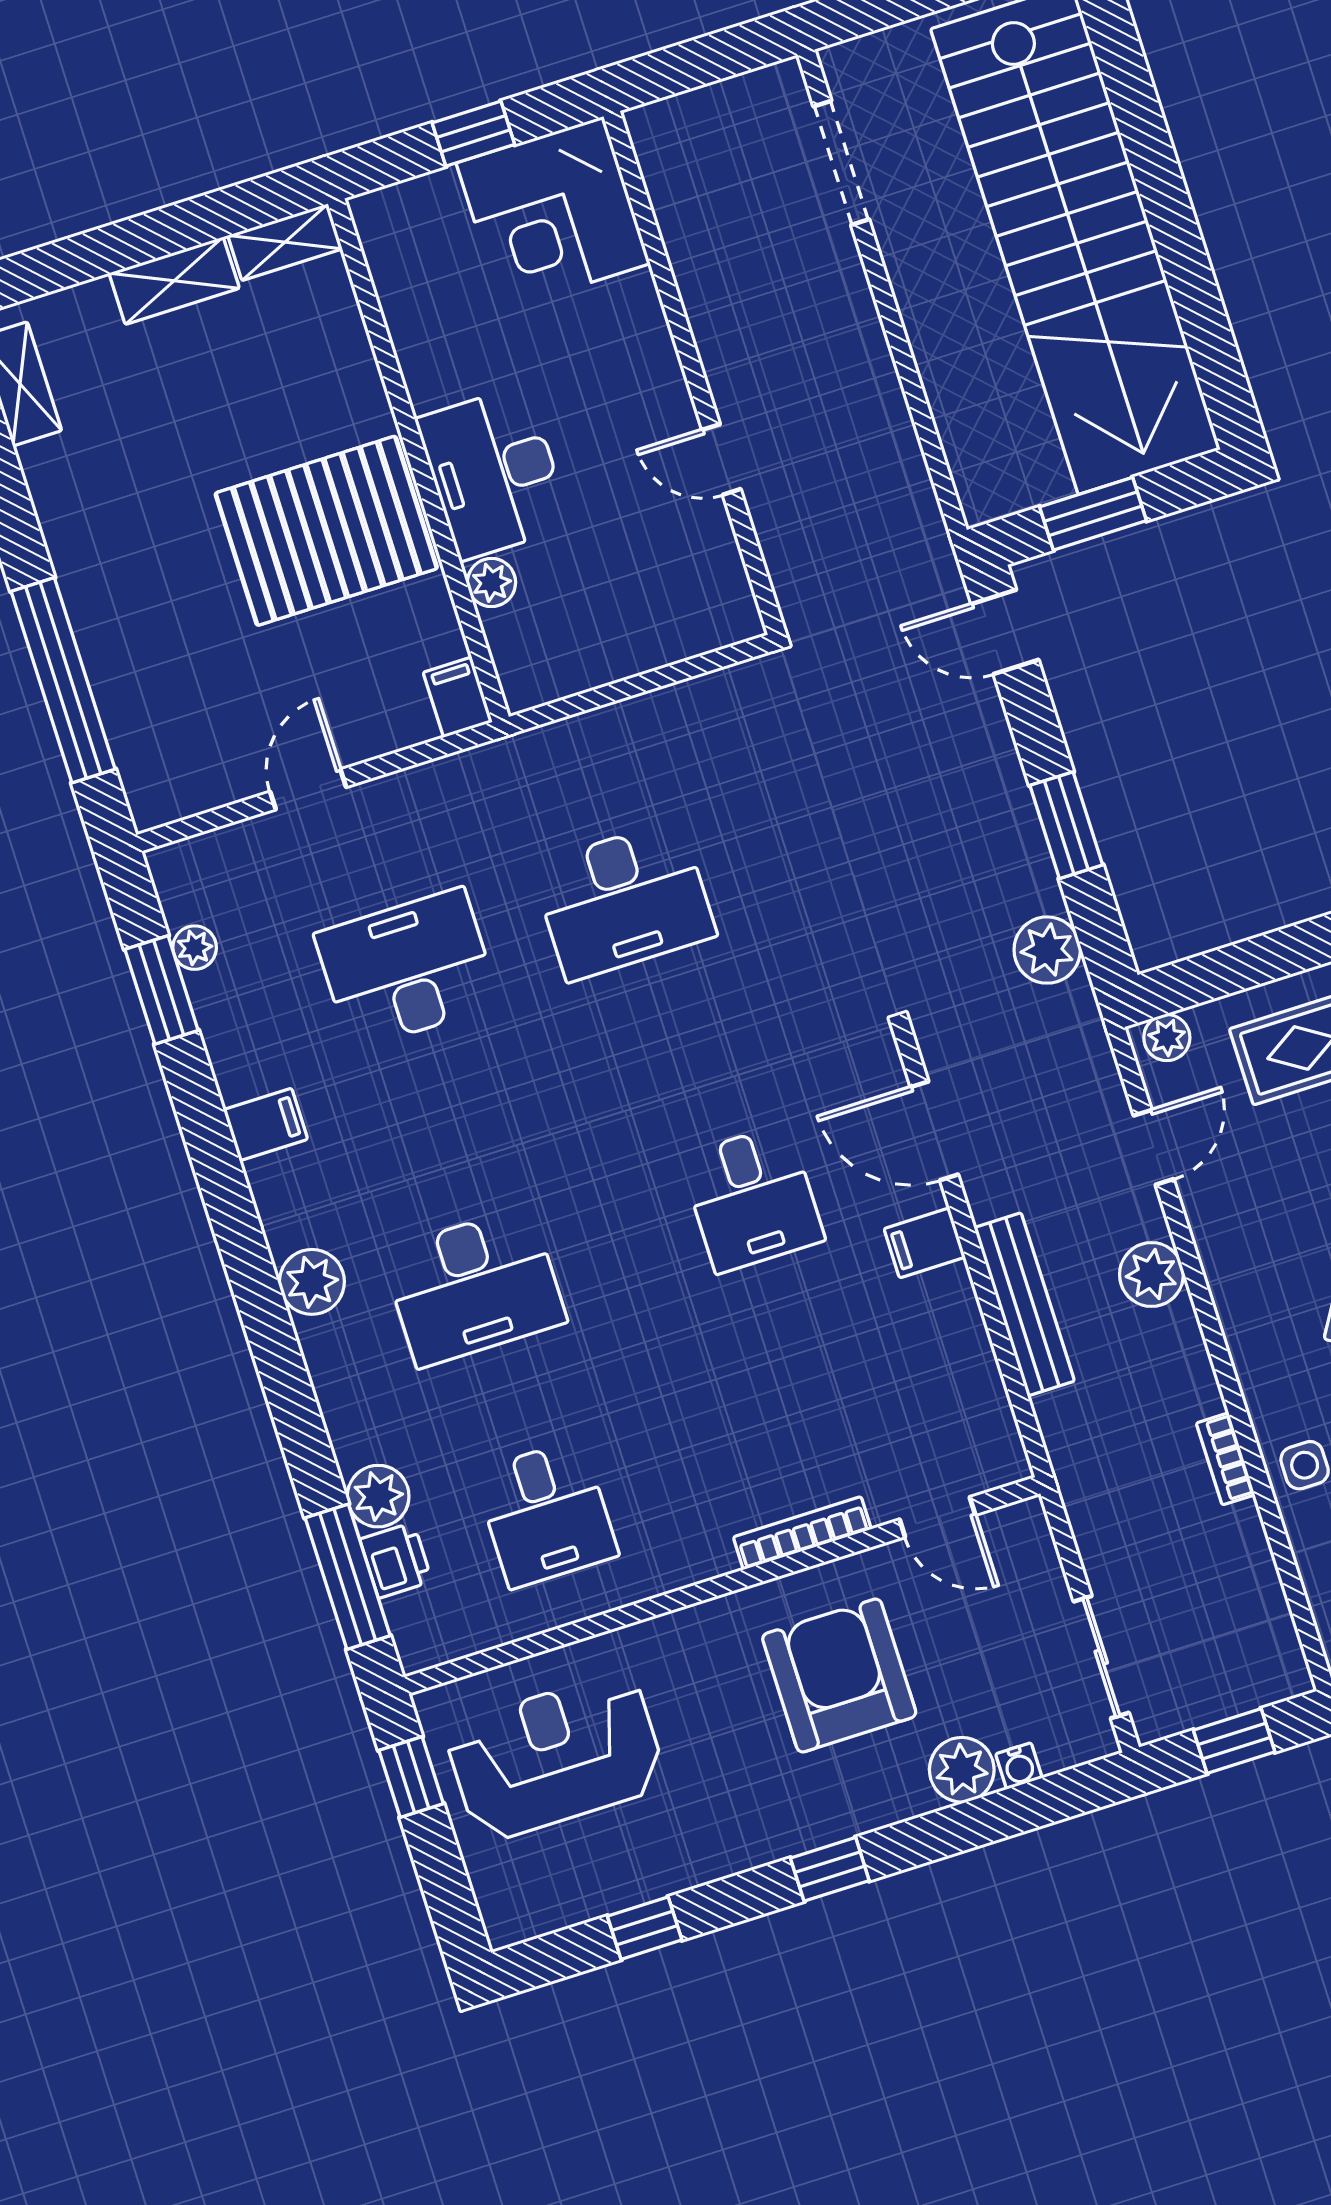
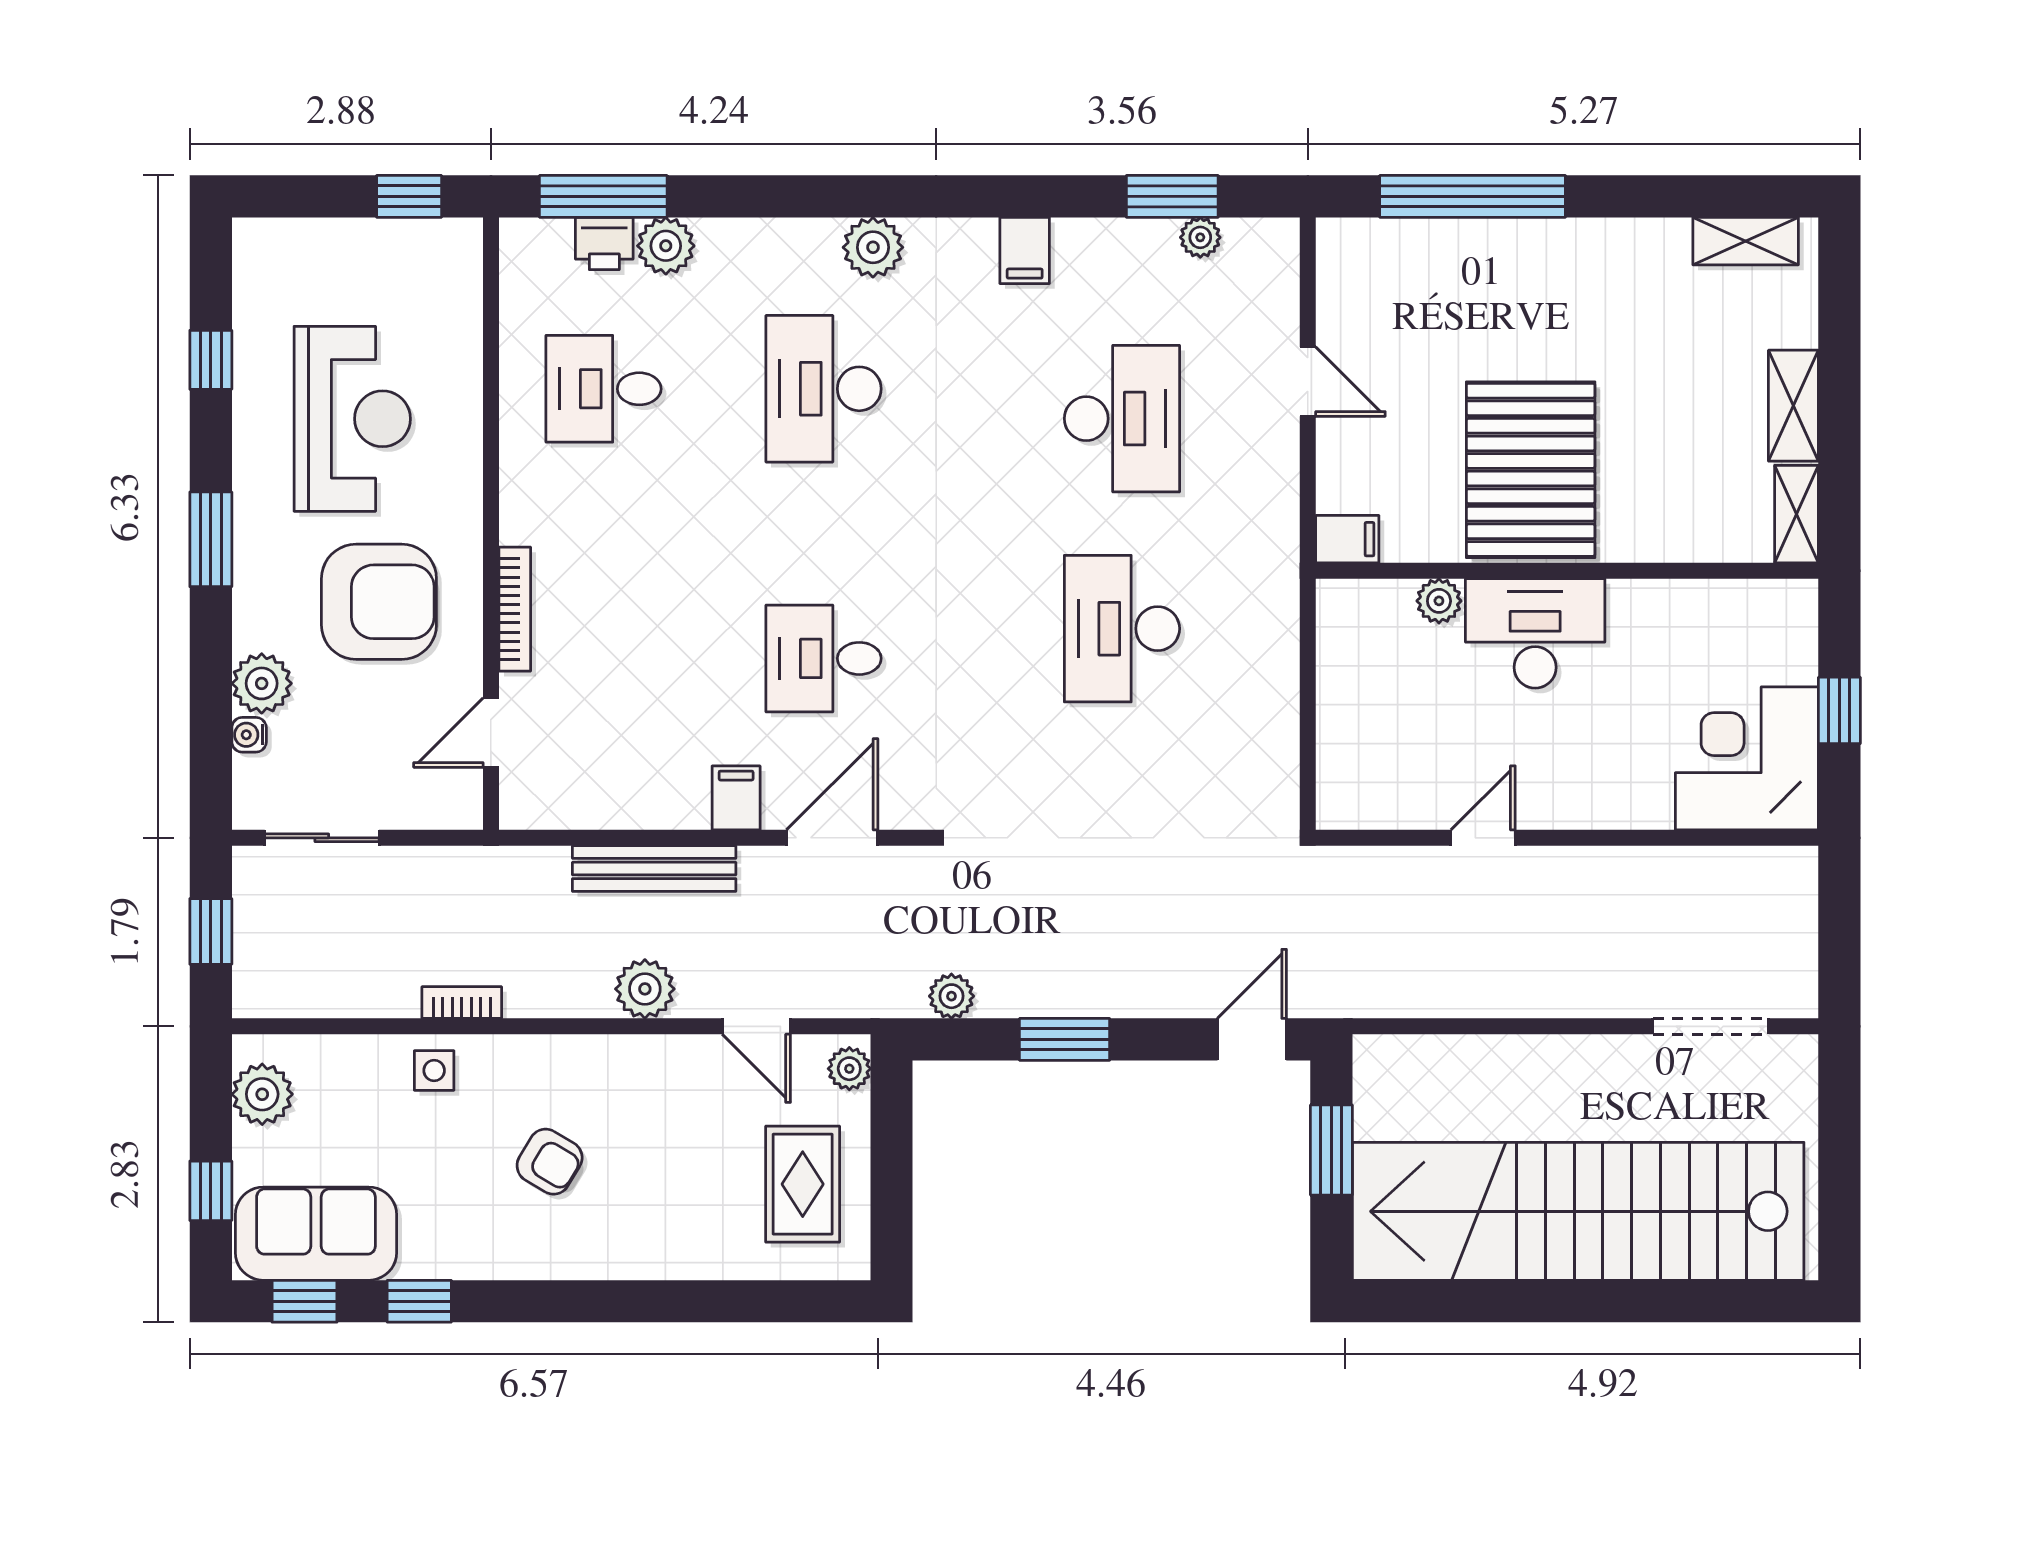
plant: (1047, 950) -> (951, 996), width x0.73, depth x0.73
reception desk: (556, 1756) -> (352, 419), moved
window: (830, 1869) -> (211, 539), width x1.50

